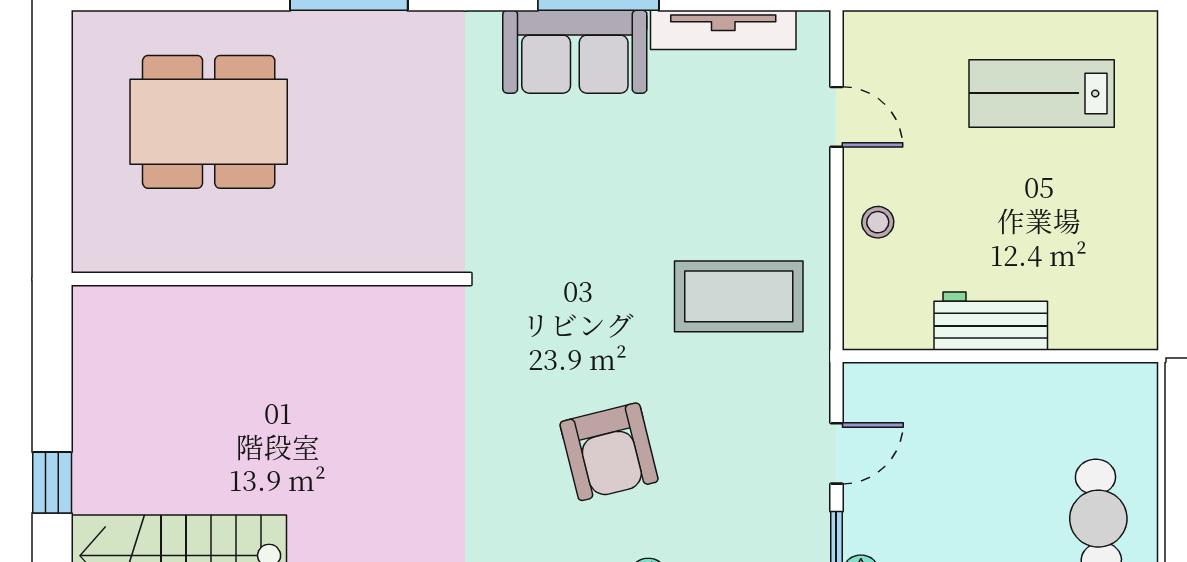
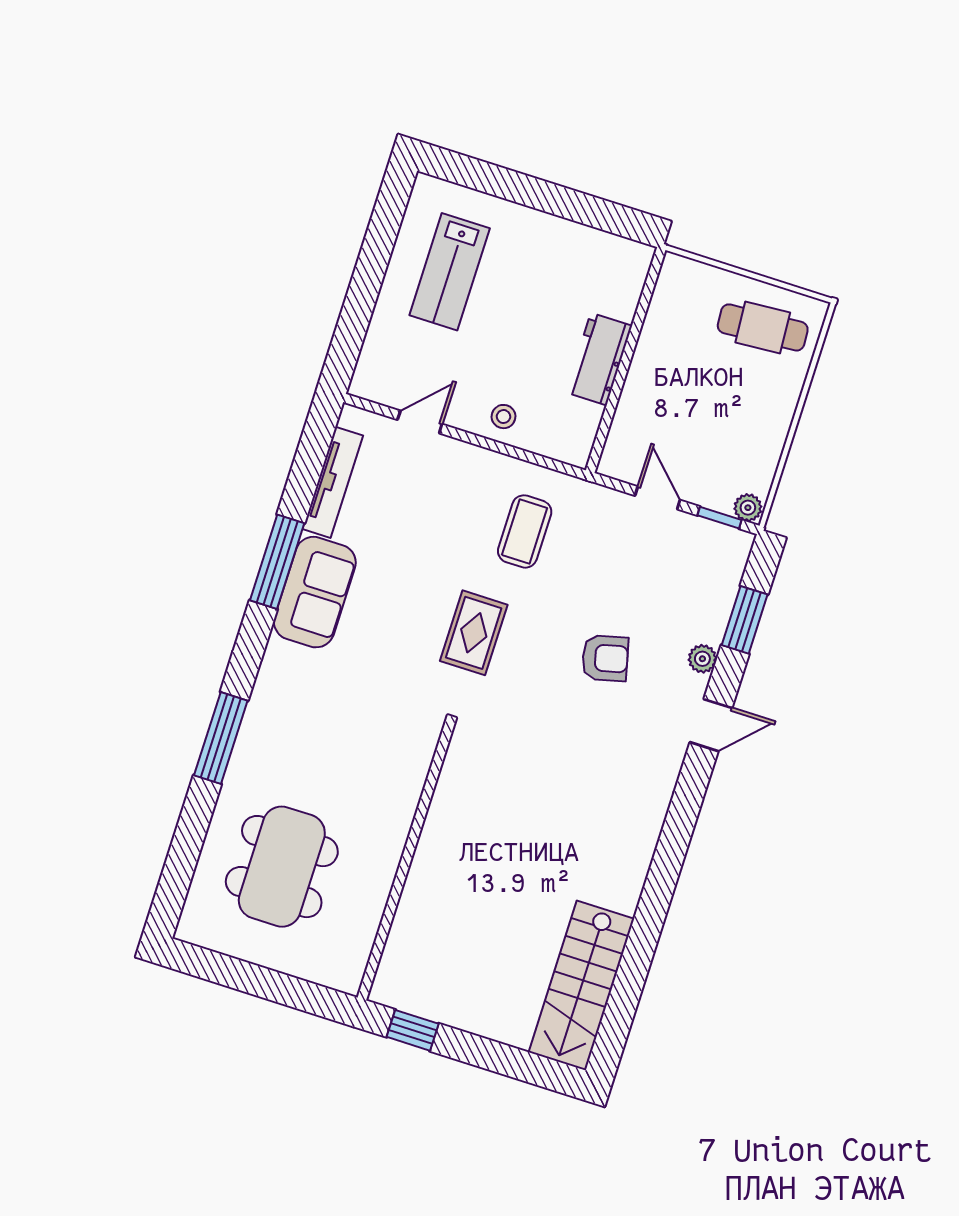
rug: (588, 273) -> (474, 633), added
coffee table: (739, 296) -> (525, 531), width x0.73, depth x0.76
armchair: (609, 452) -> (605, 658), width x0.72, depth x0.72
window: (52, 483) -> (413, 1030), moved

